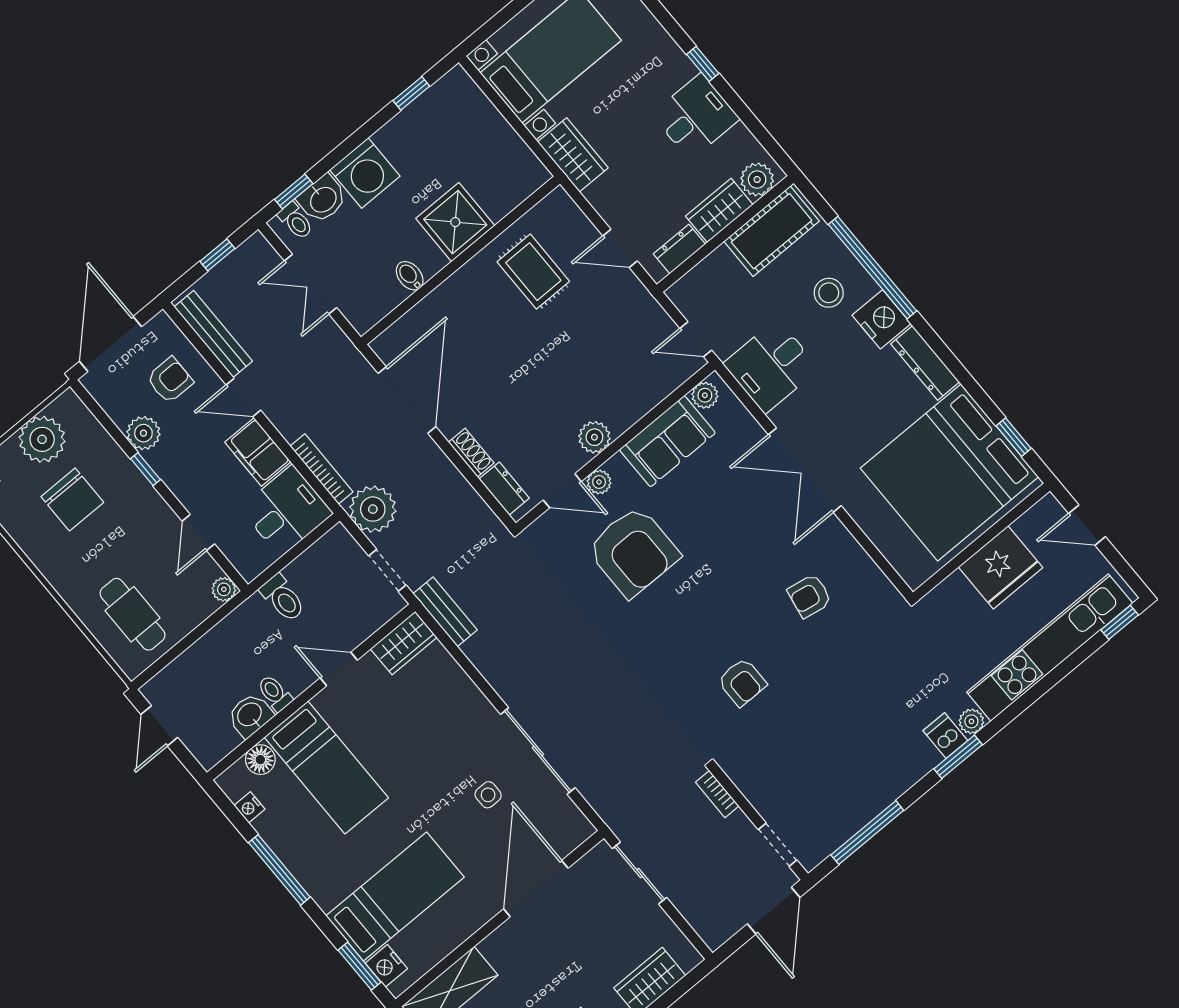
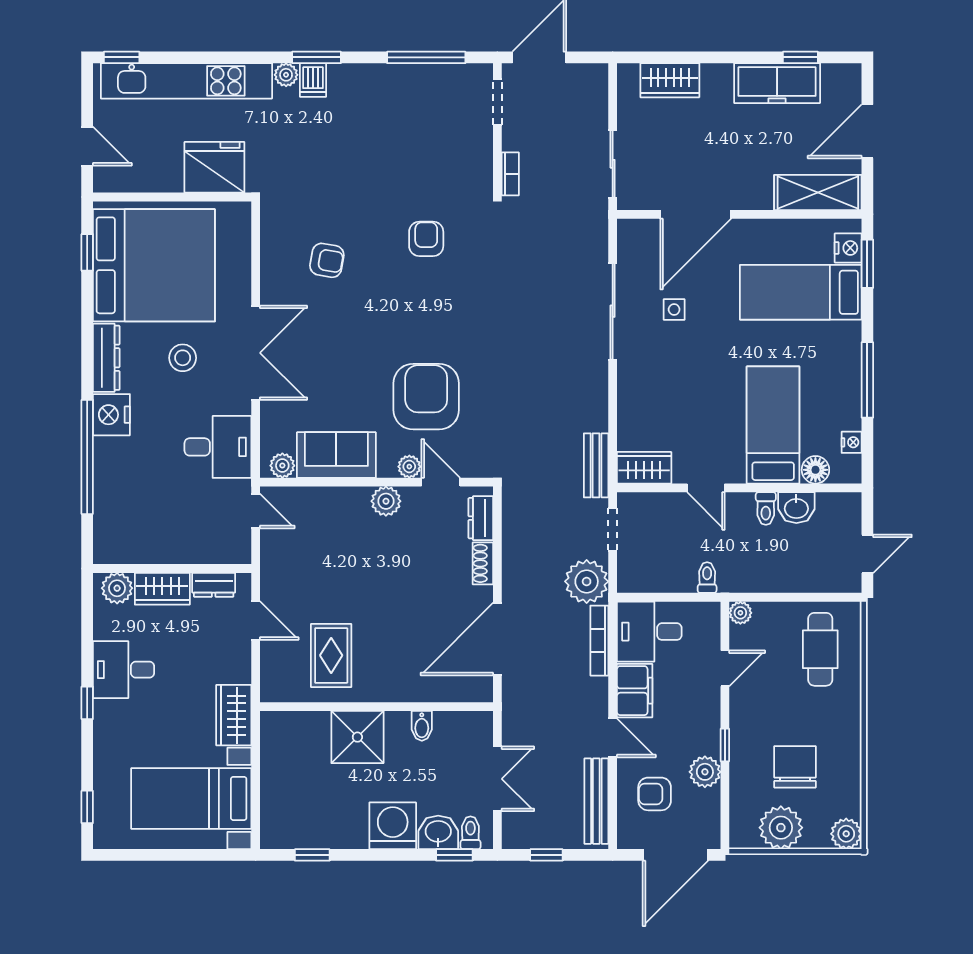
cot: (772, 231) -> (137, 543), removed
stool: (829, 293) -> (183, 358), moved
fridge: (1001, 567) -> (214, 167), moved
toilet: (283, 598) -> (707, 578), width x0.73, depth x0.72

